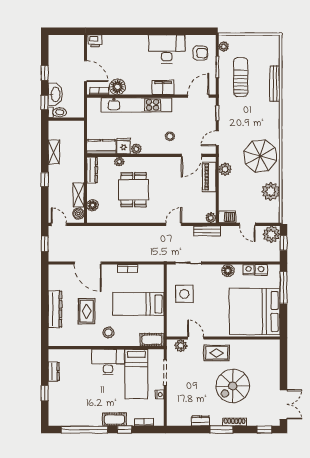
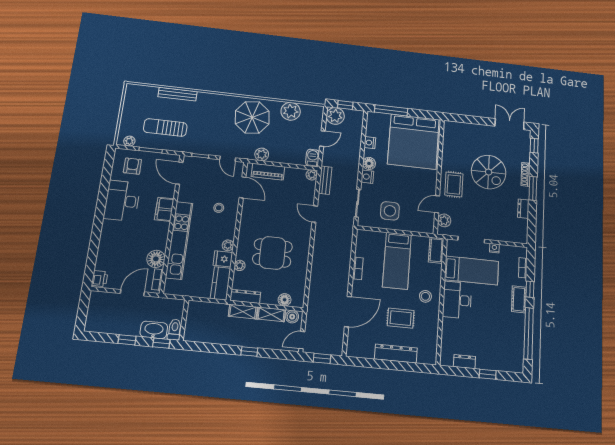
shelving: (54, 152) -> (243, 312), moved
nightstand: (261, 270) -> (367, 177), moved

